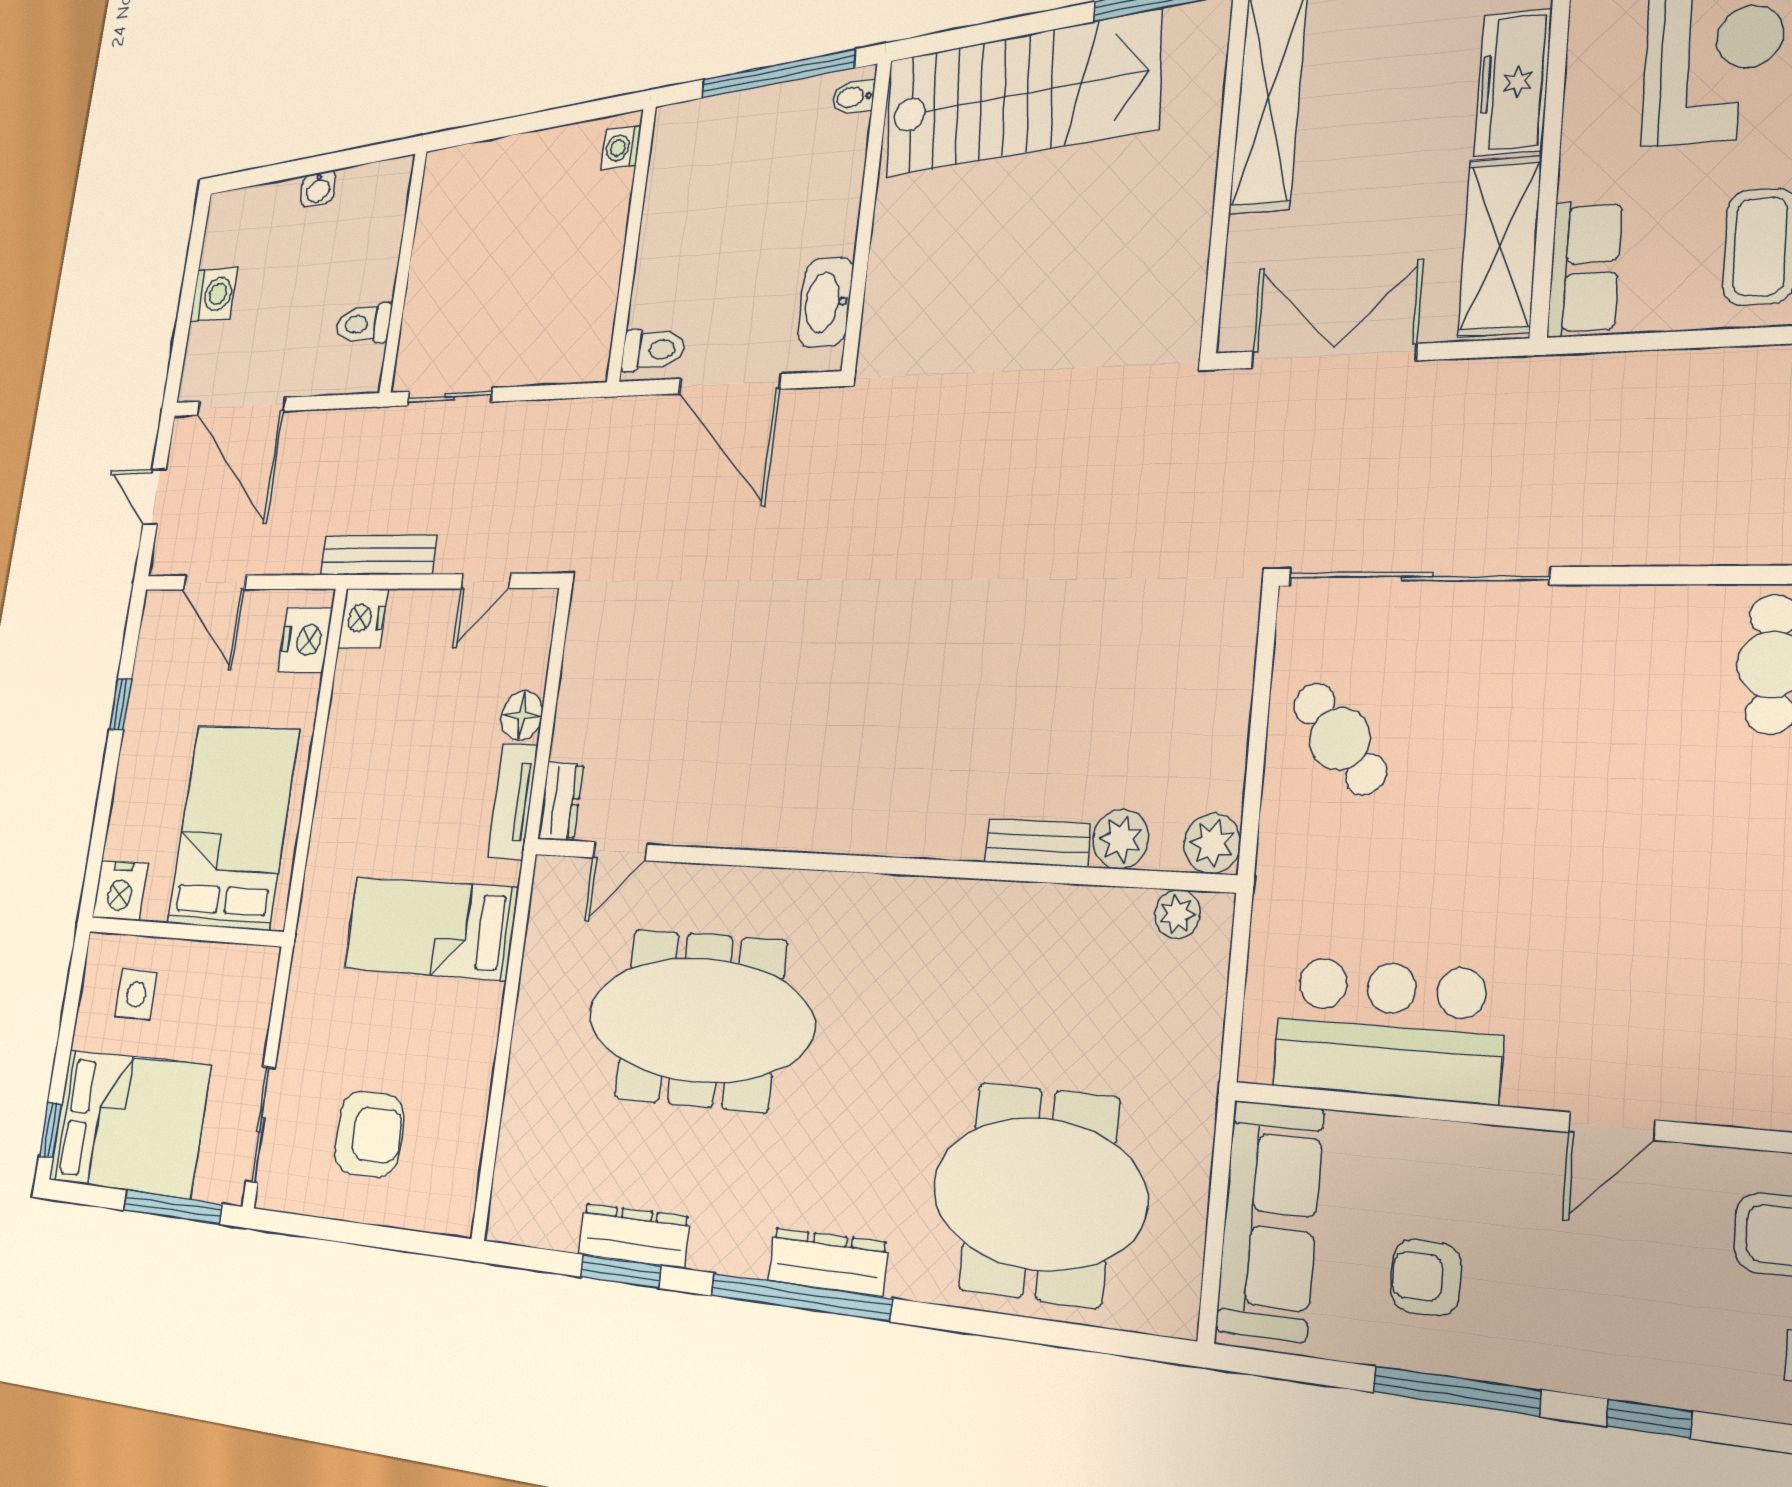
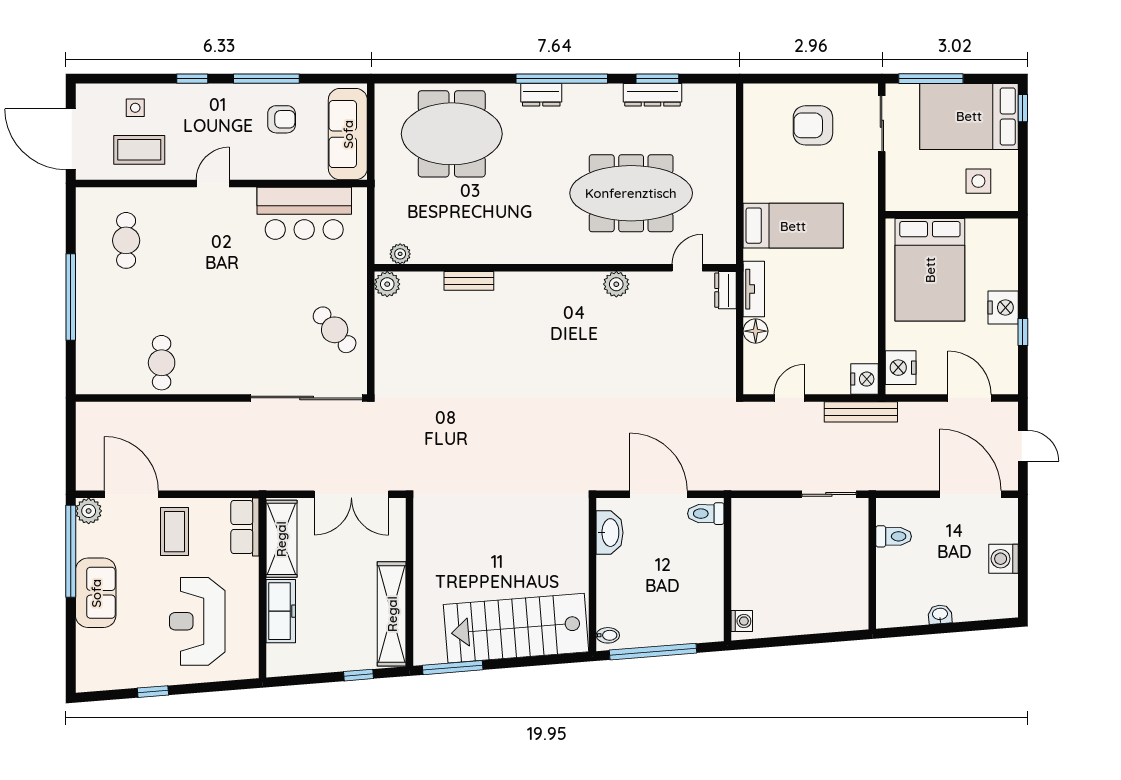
plant: (1121, 839) -> (616, 284), moved
nightstand: (120, 891) -> (1003, 308), moved, turned 90
dresser: (828, 1262) -> (541, 95), width x0.70

